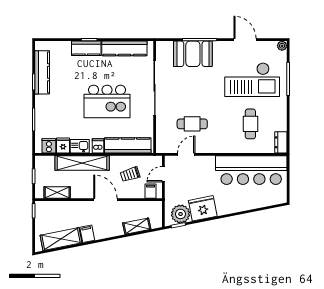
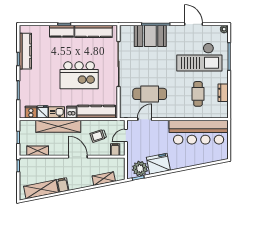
cafe table: (192, 124) -> (150, 94), width x1.37, depth x1.35
dresser: (281, 142) -> (223, 93), moved

